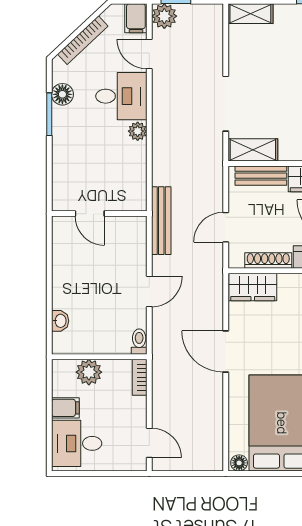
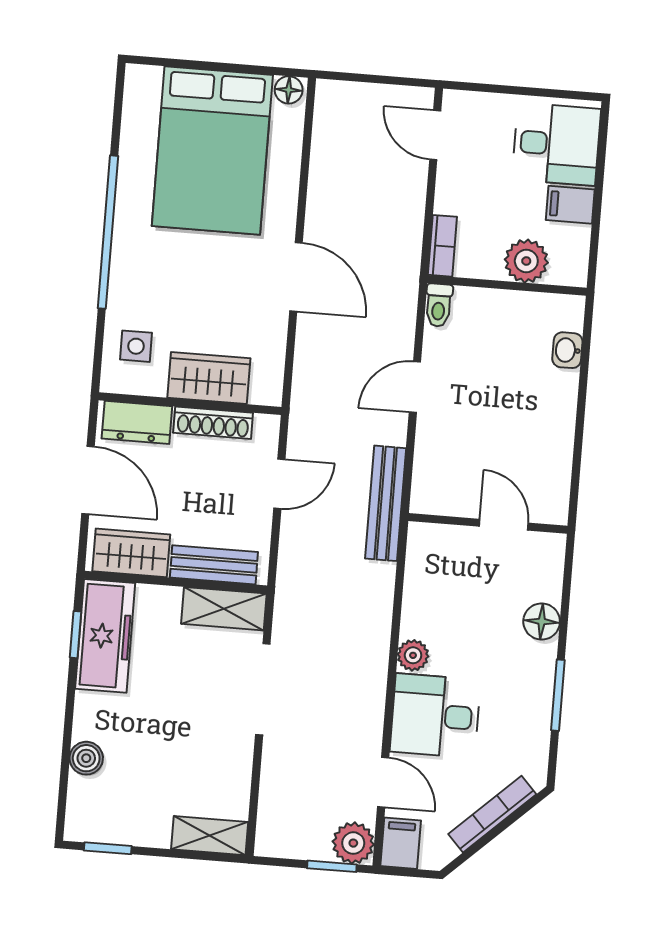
floor lamp: (62, 94) -> (542, 621), moved
wardrobe: (253, 287) -> (209, 378), moved

